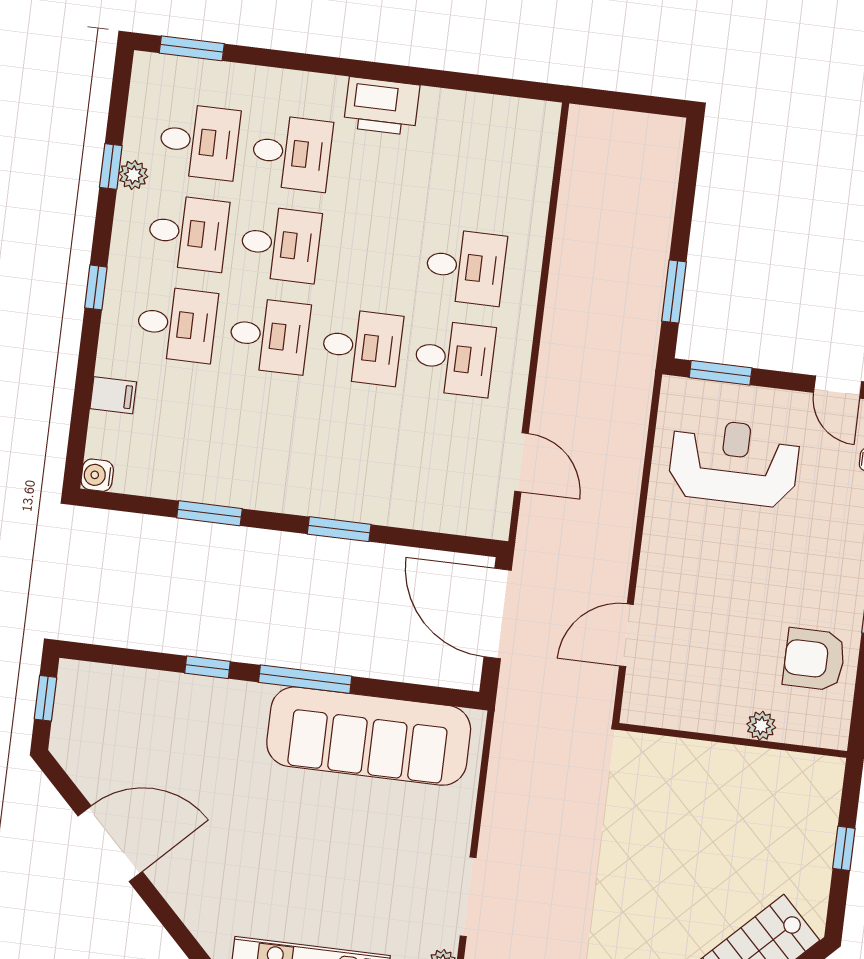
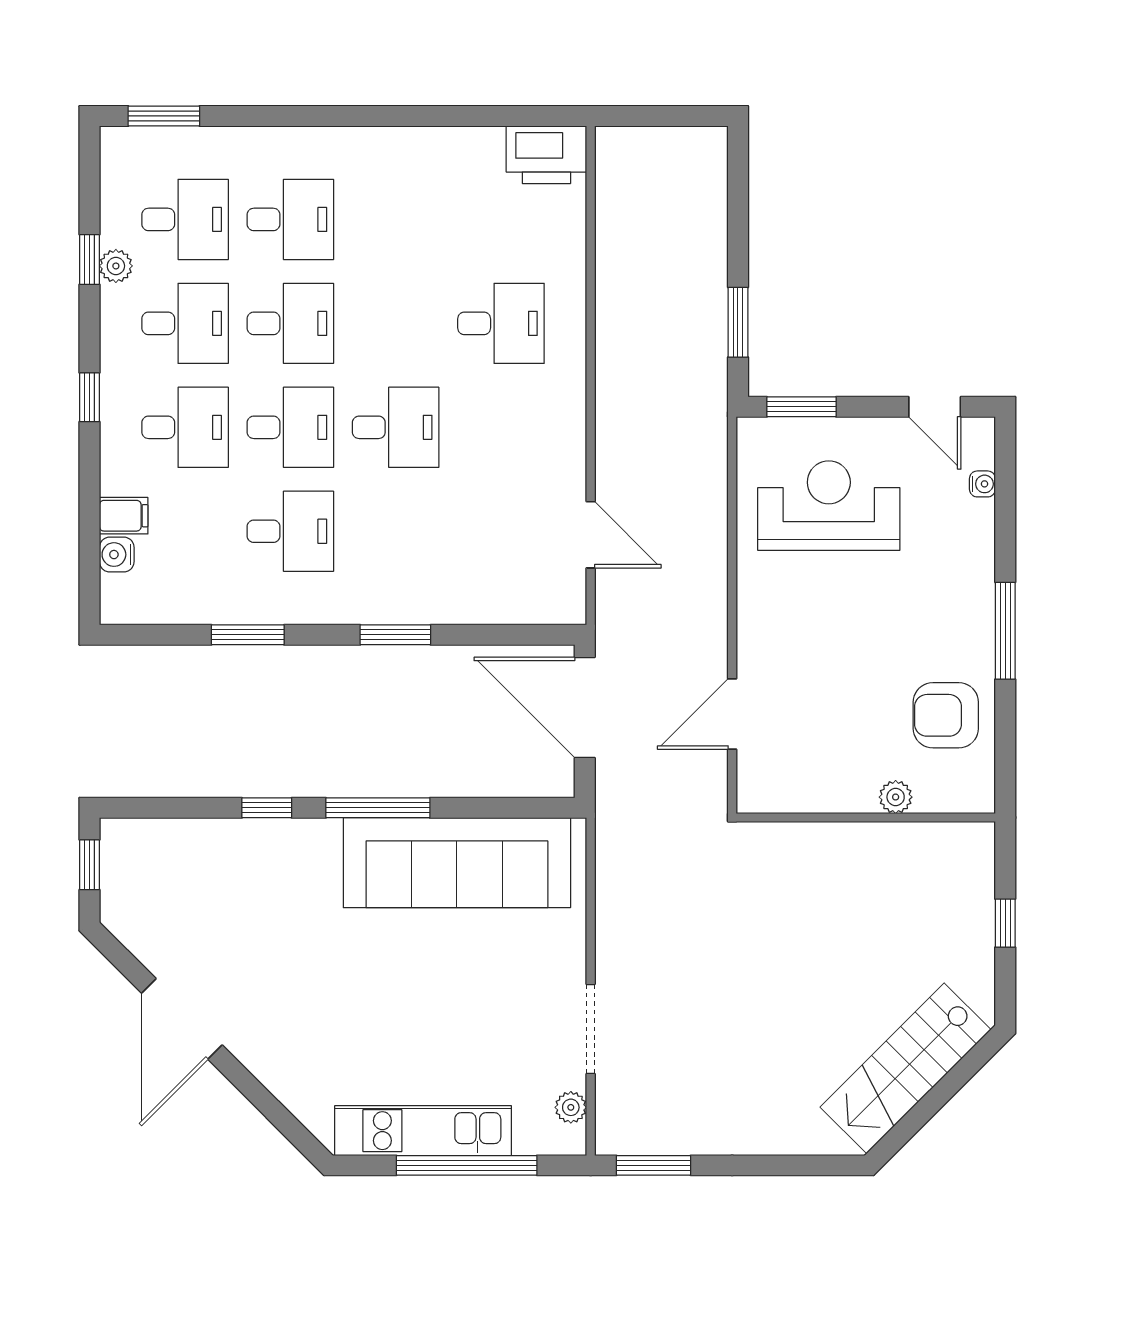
printer: (382, 106) -> (546, 155), moved
desk: (454, 358) -> (290, 531), moved
water cooler: (97, 475) -> (117, 555), moved
door: (110, 844) -> (182, 1019), swing flipped

